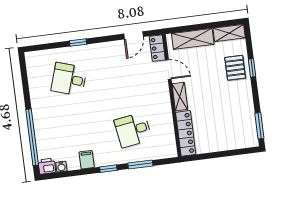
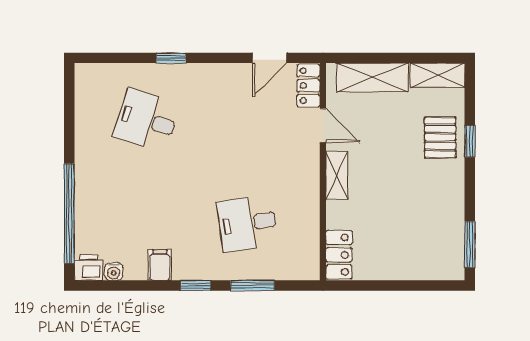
locker: (186, 133) -> (339, 255), width x0.66

